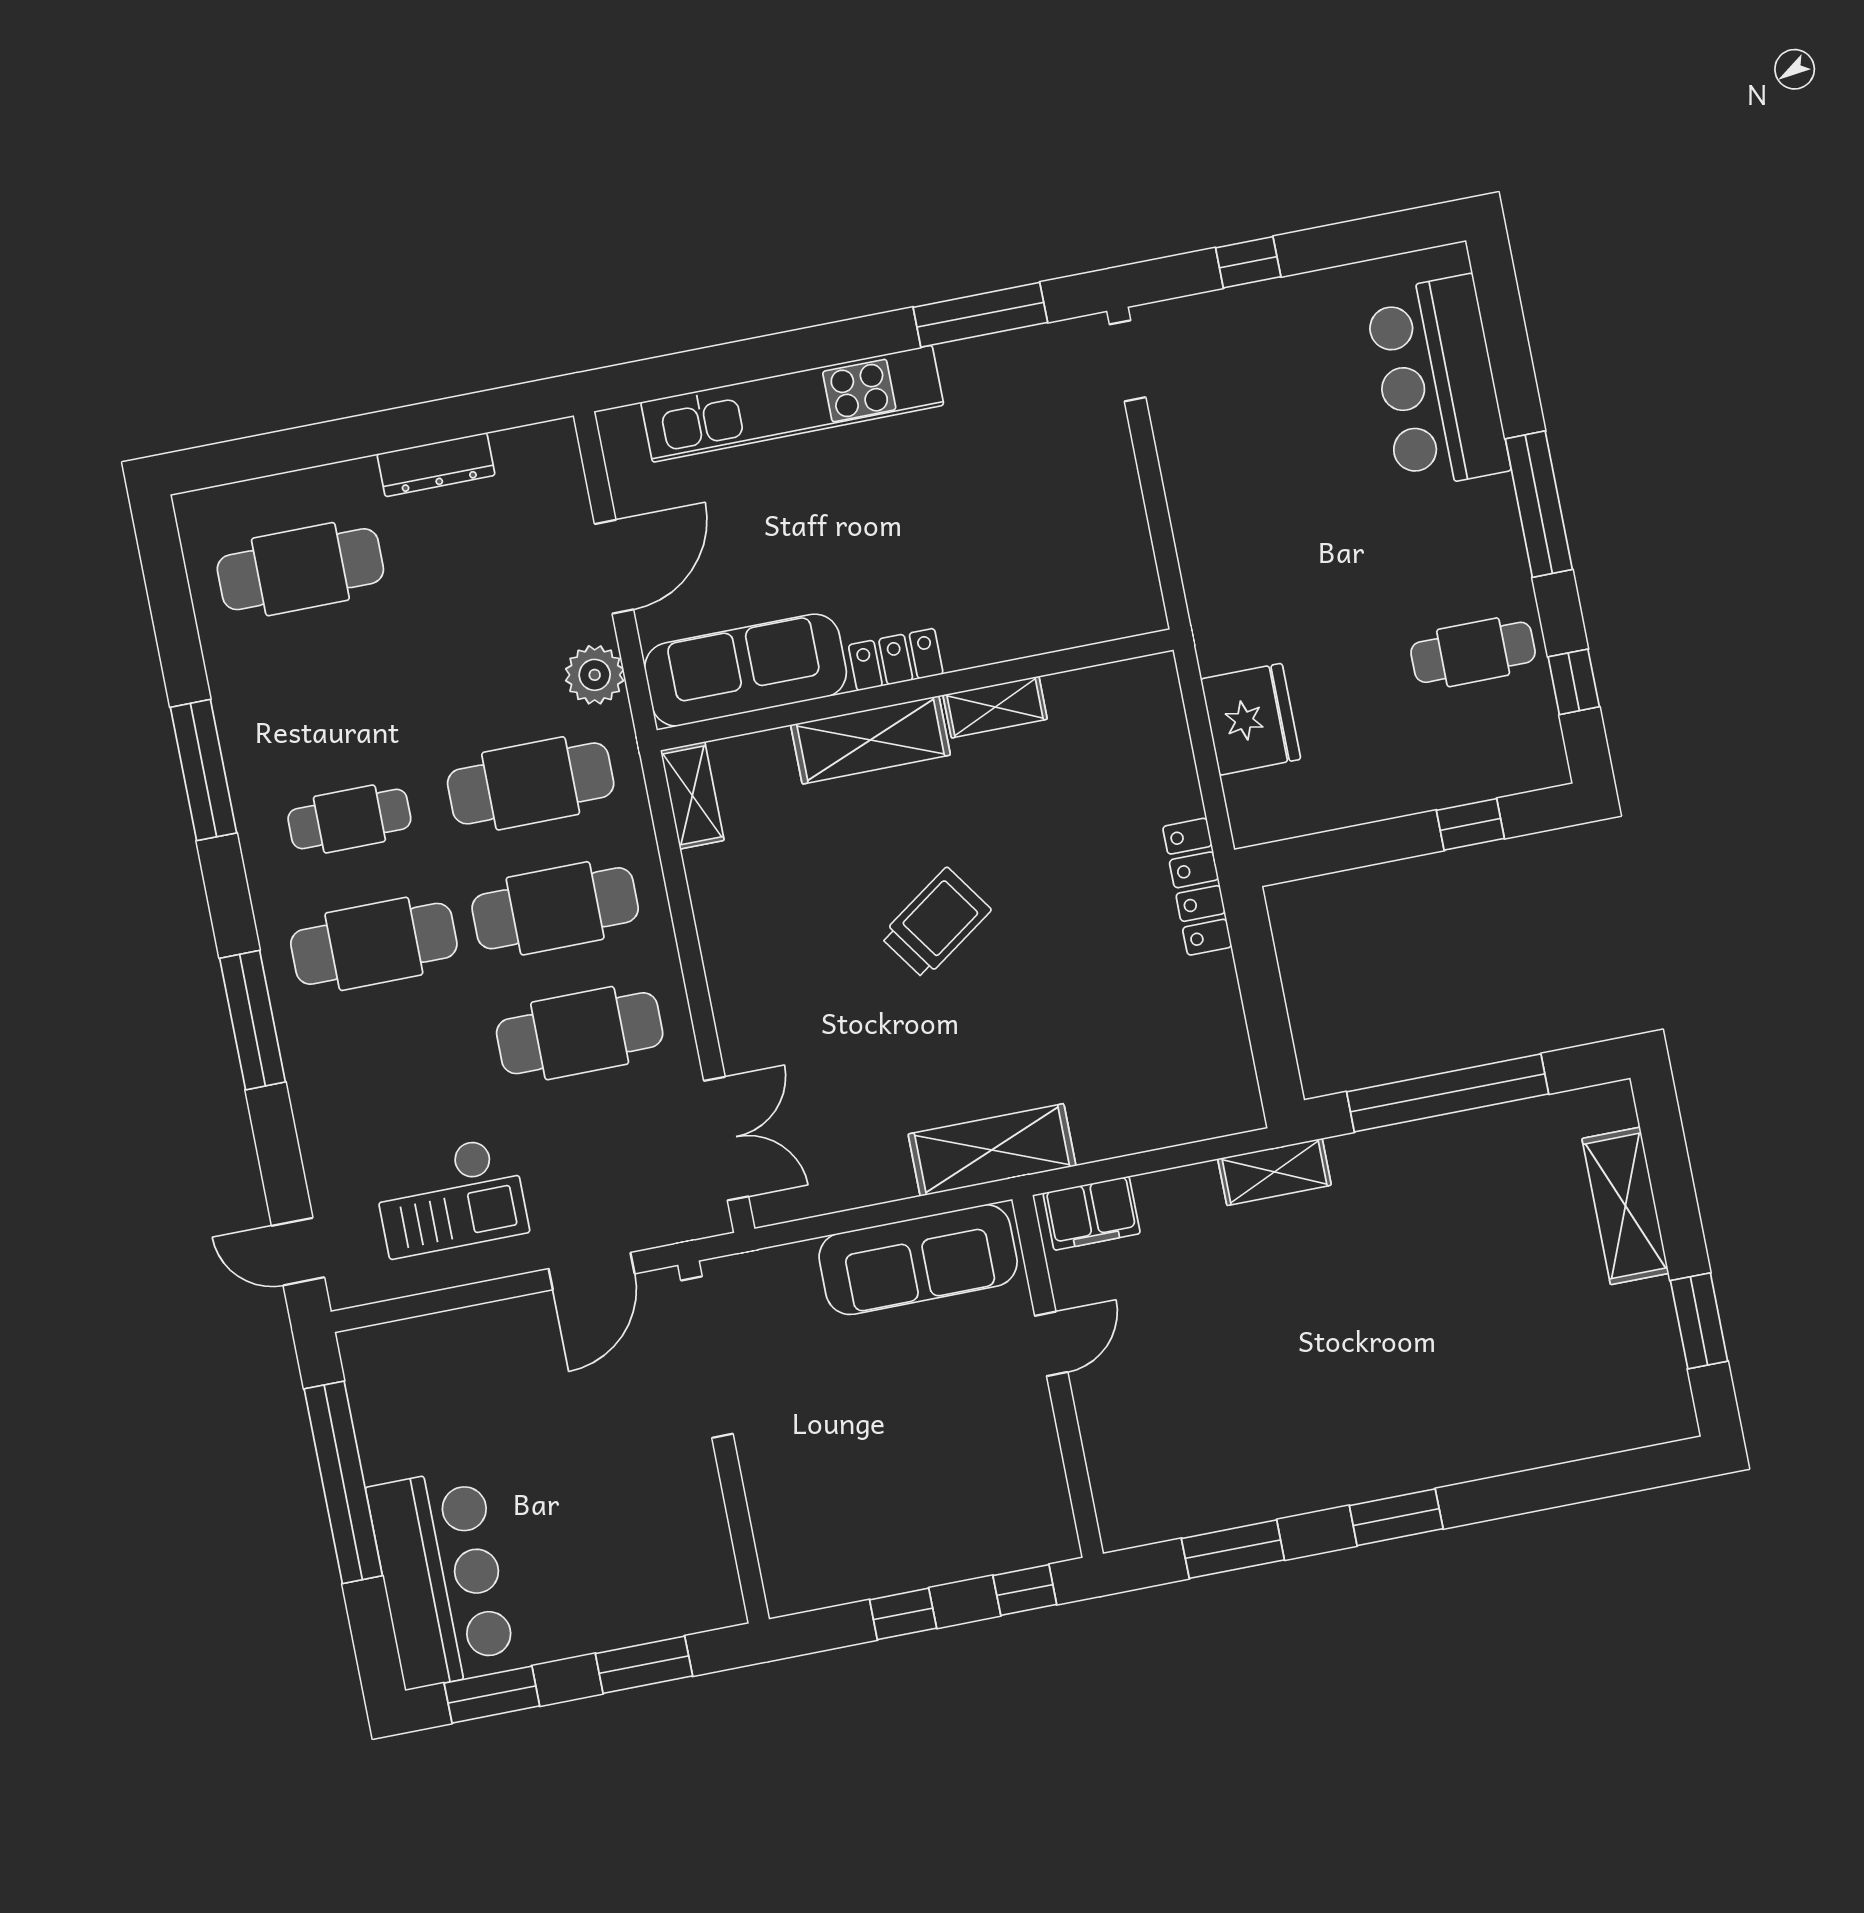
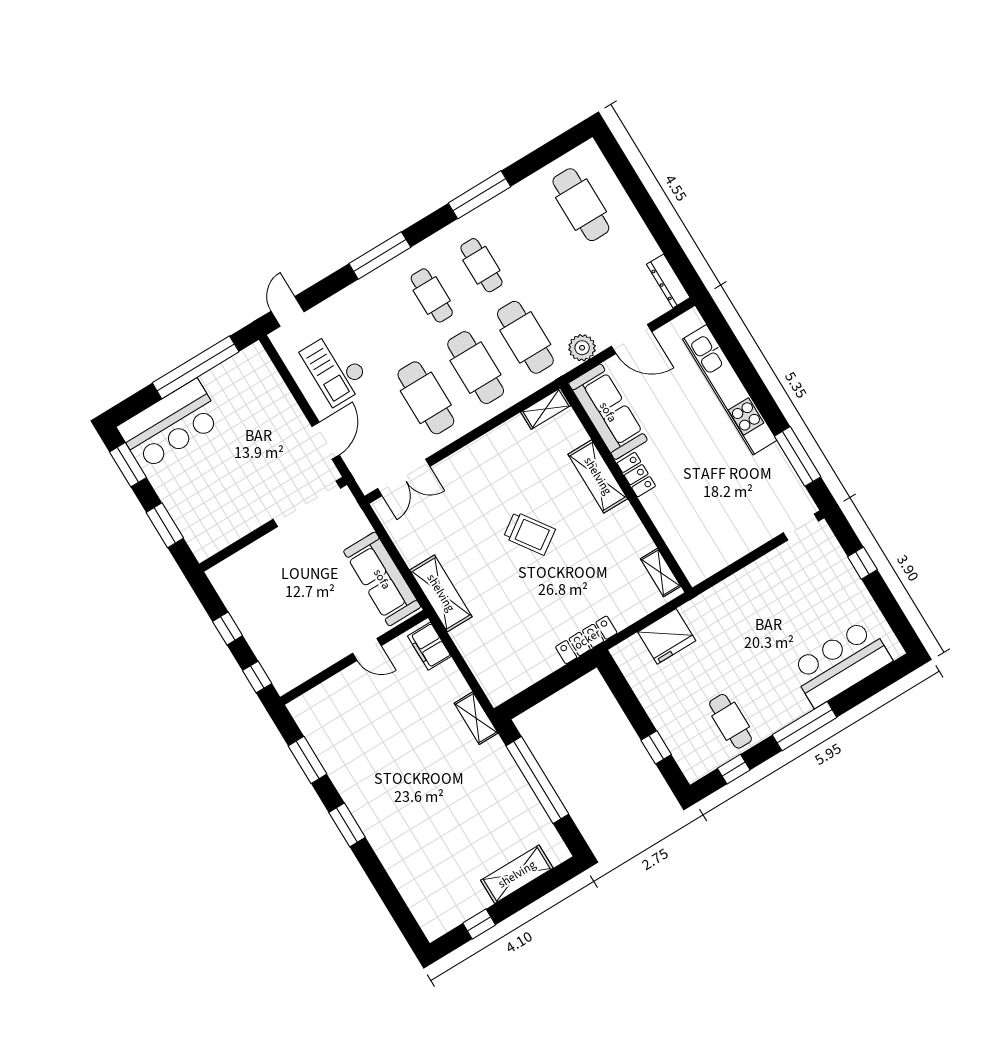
dresser: (436, 465) -> (668, 281), moved
shelving: (995, 707) -> (661, 573), moved
cafe table: (374, 944) -> (432, 295), width x0.73, depth x0.74
door: (592, 1271) -> (326, 441), swing flipped
window: (1699, 1321) -> (479, 924), width x0.67

